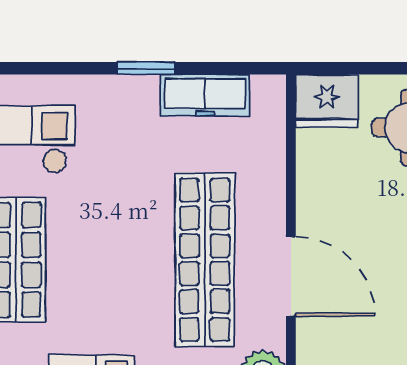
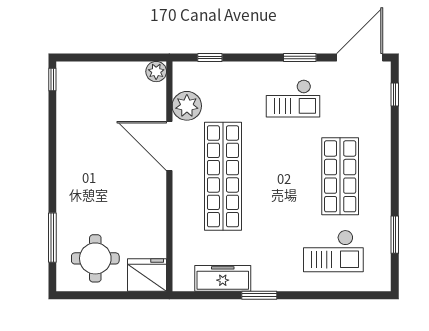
door: (291, 277) -> (169, 146), moved

